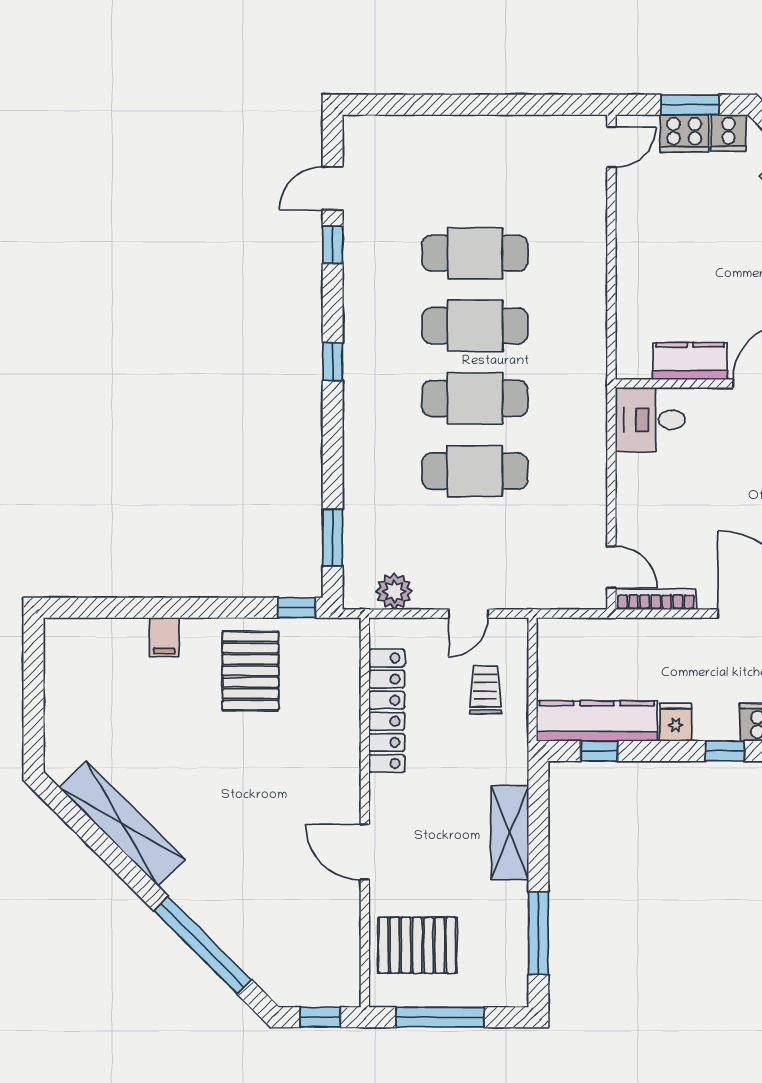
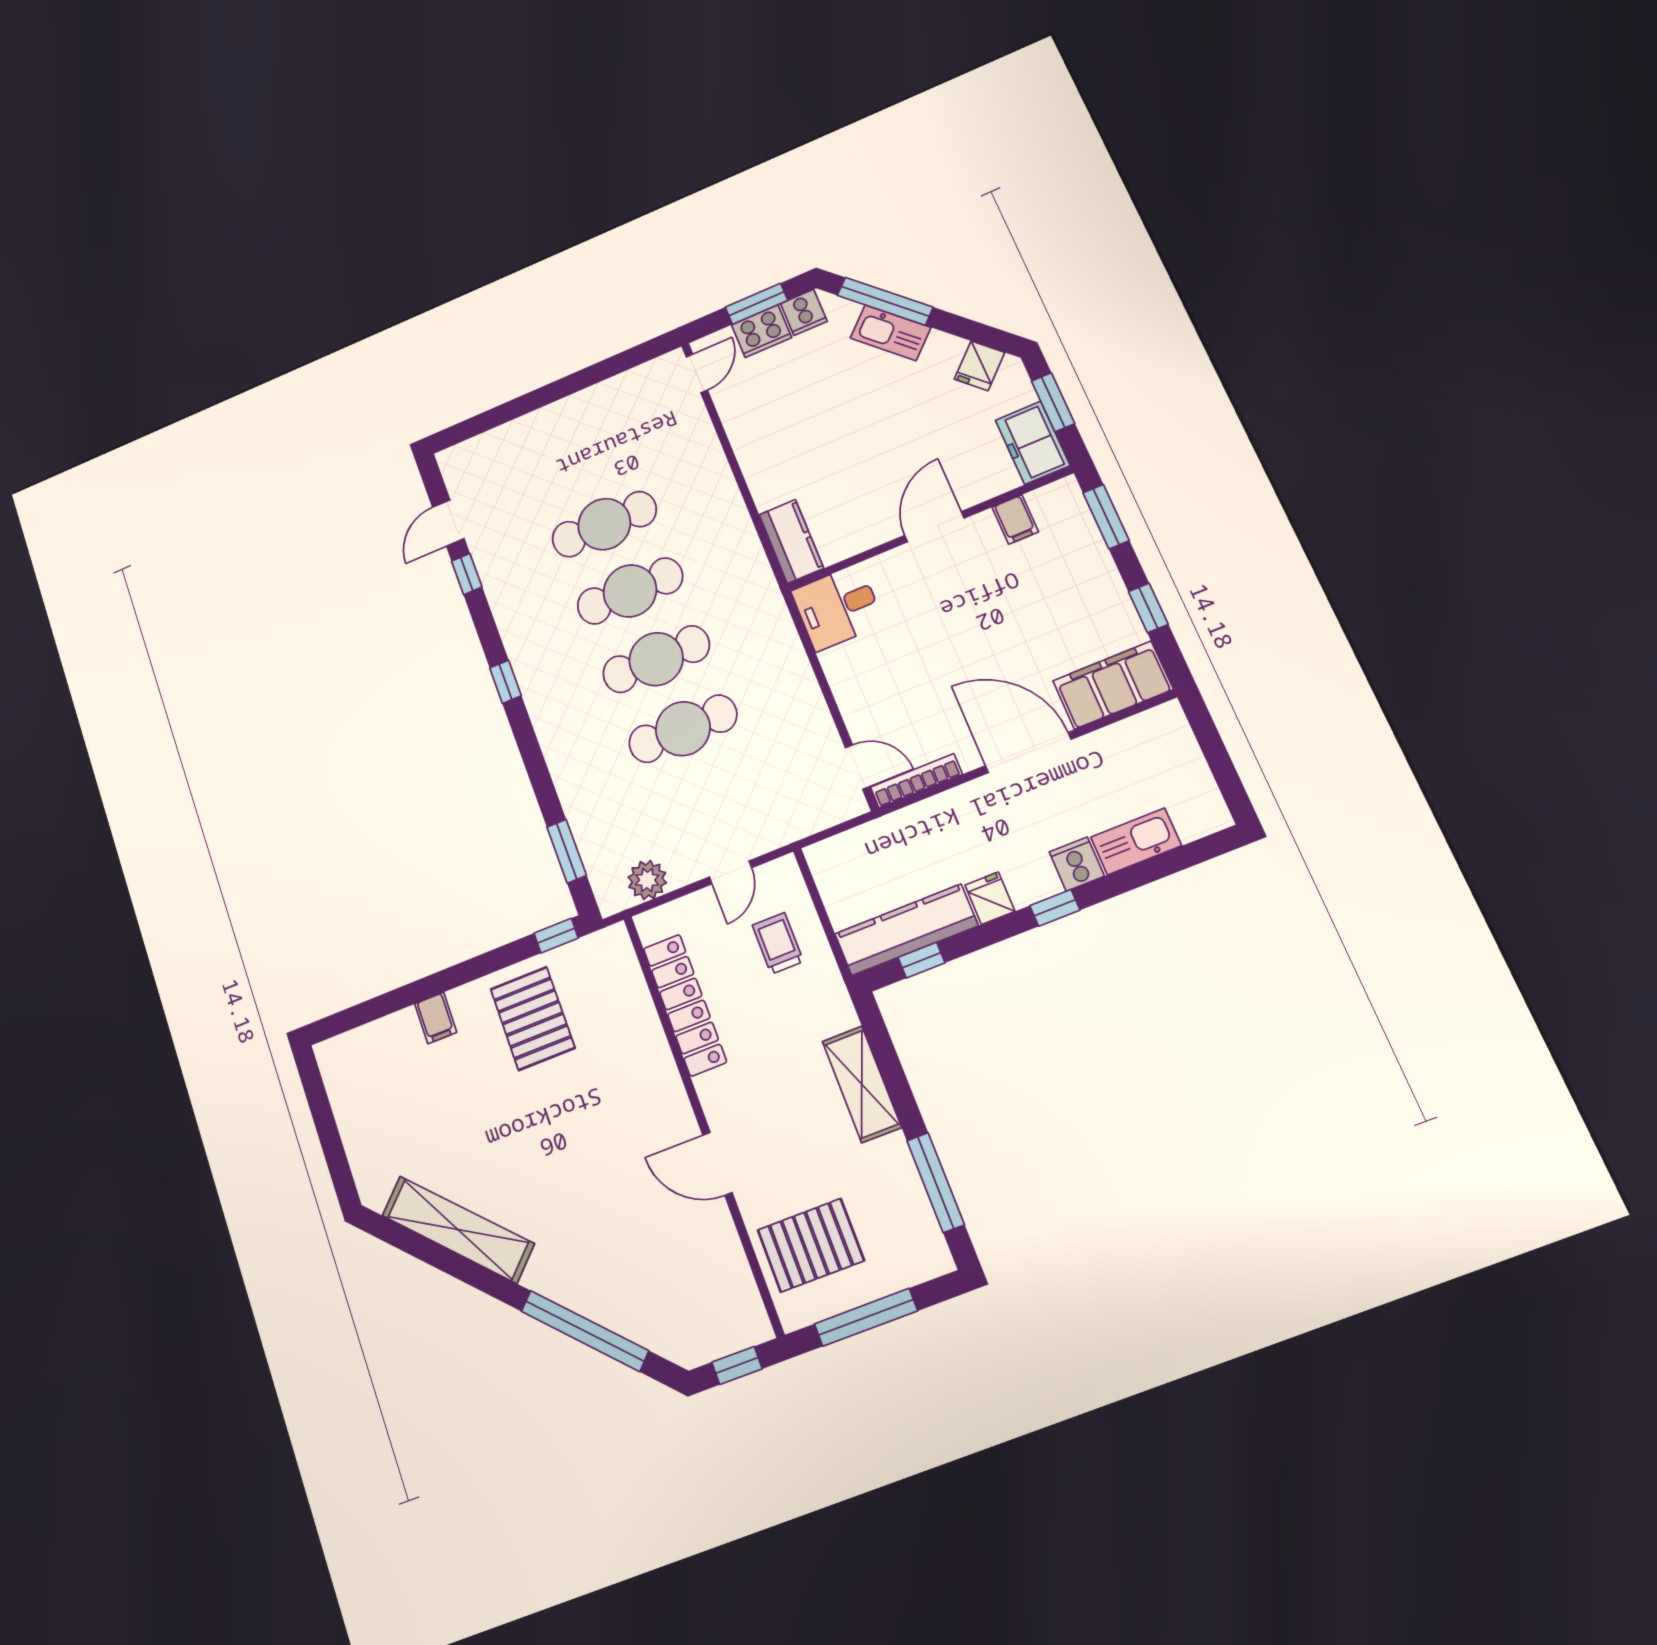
kitchen counter: (690, 361) -> (791, 541), moved, turned 90

